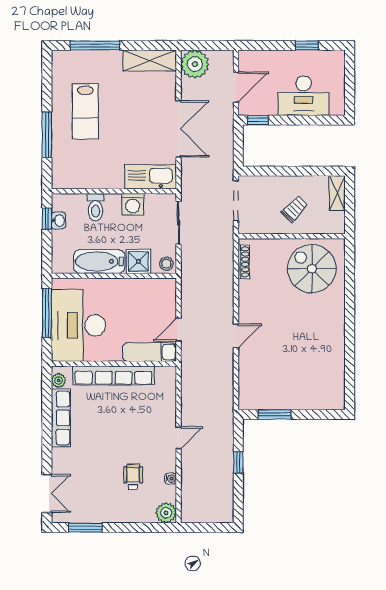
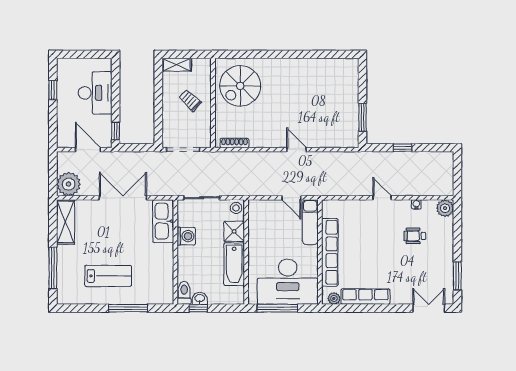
toilet: (96, 207) -> (184, 293), moved, turned -90

